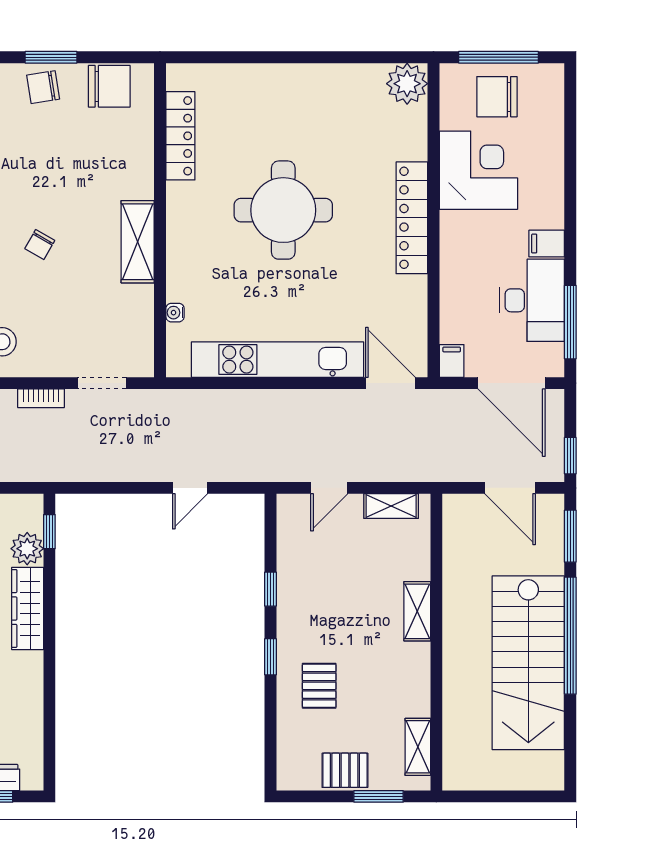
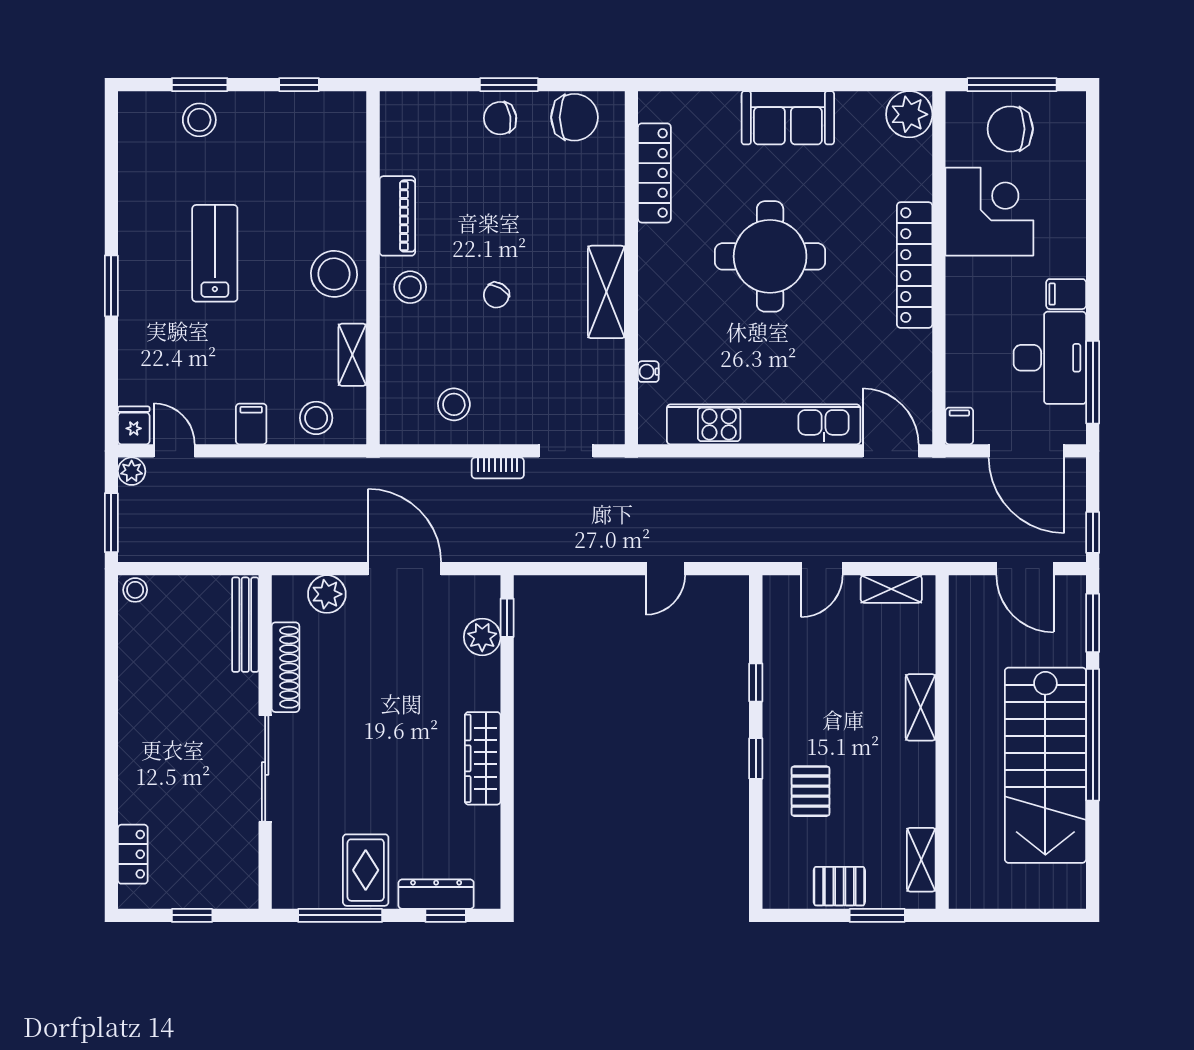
sofa: (299, 87) -> (788, 118), added
wardrobe: (28, 608) -> (483, 758), moved

